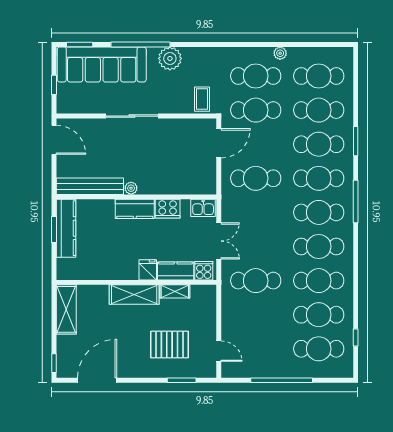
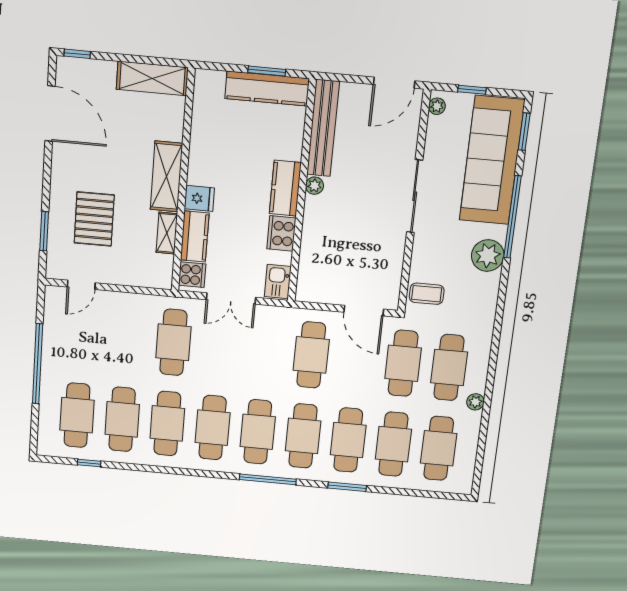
plant: (68, 108) -> (437, 106), added

